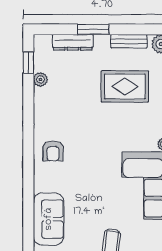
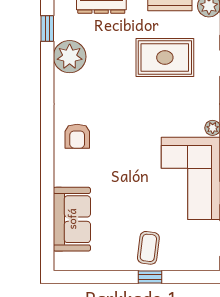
plant: (41, 79) -> (70, 57), width x1.88, depth x1.88

